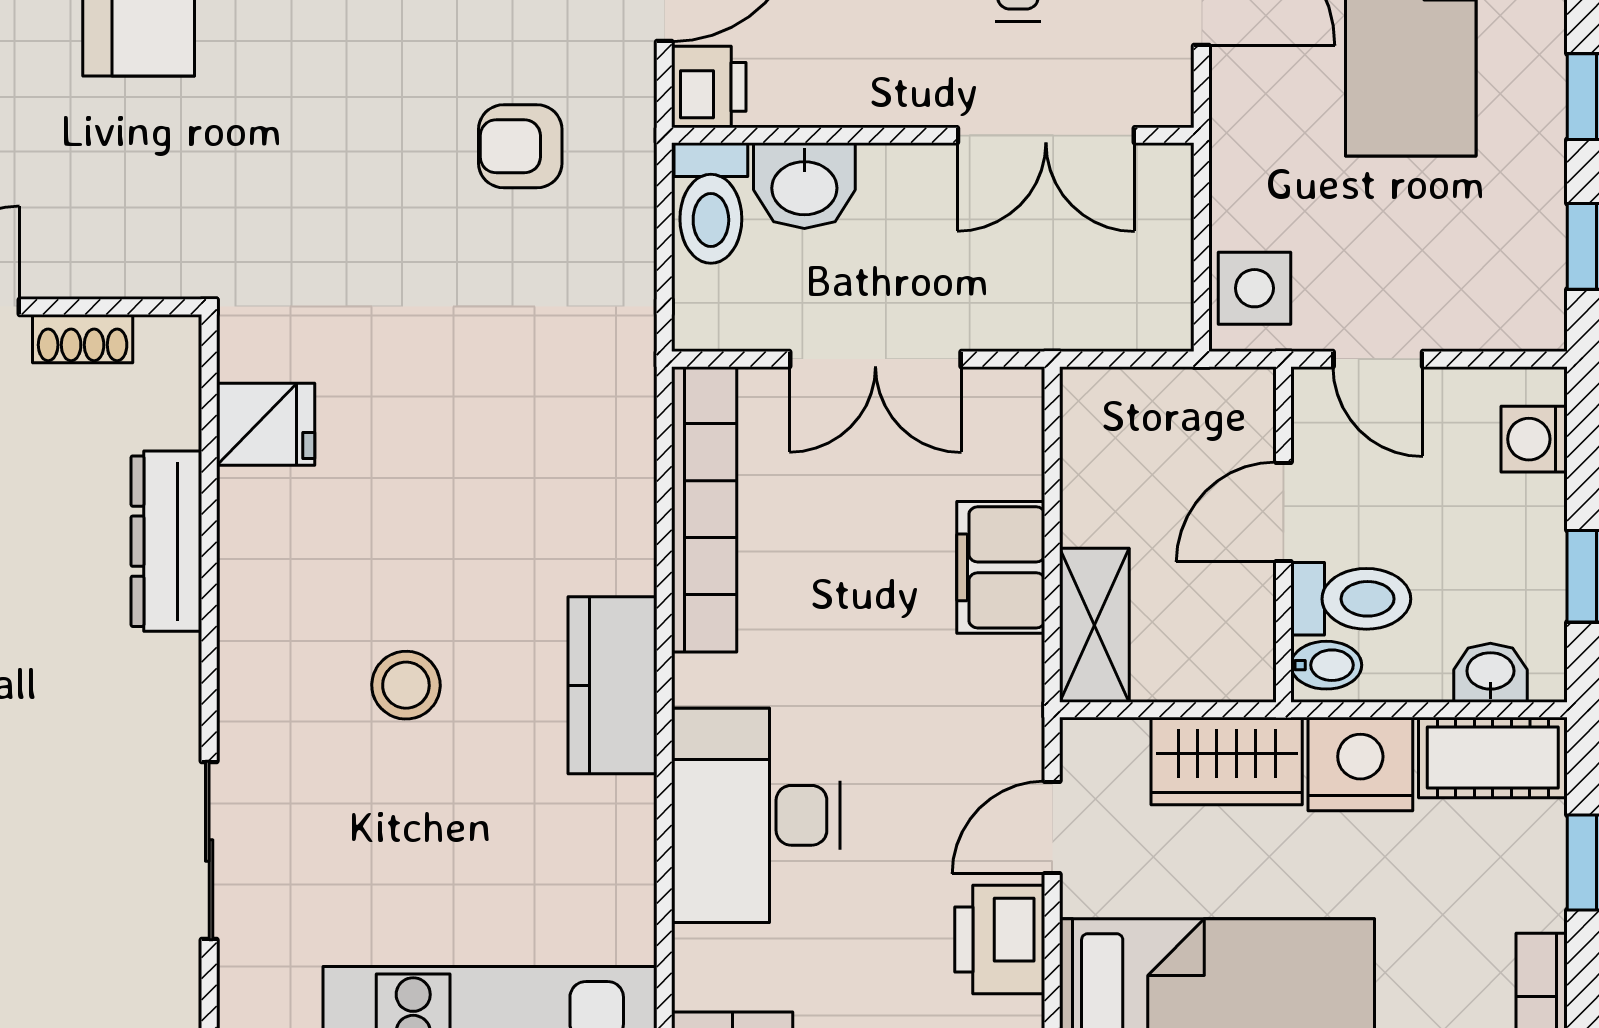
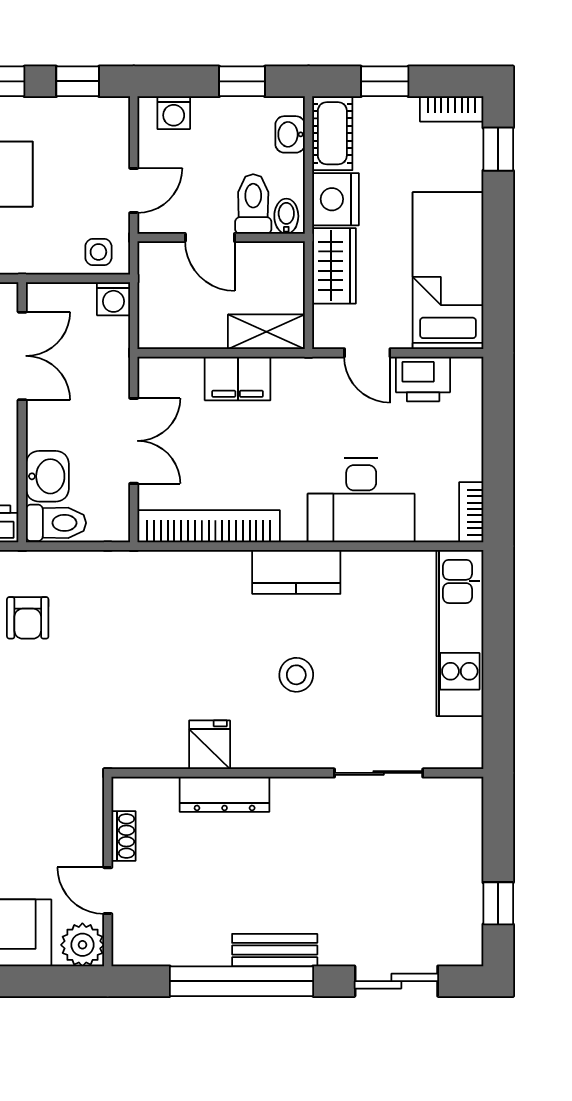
side table: (1254, 288) -> (98, 252), width x0.73, depth x0.73
washing machine: (1161, 318) -> (113, 299), added
fridge: (266, 424) -> (210, 745), moved

